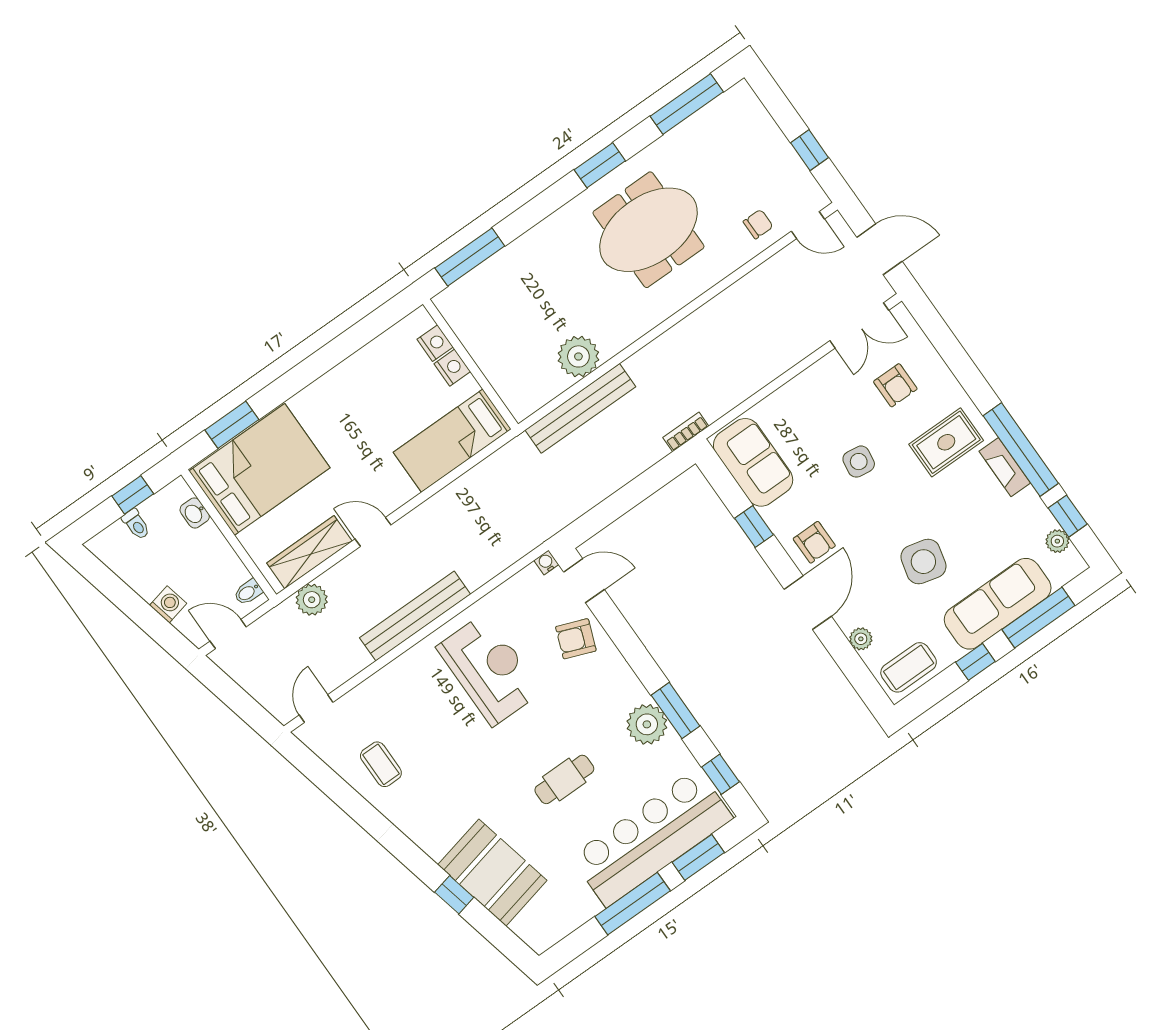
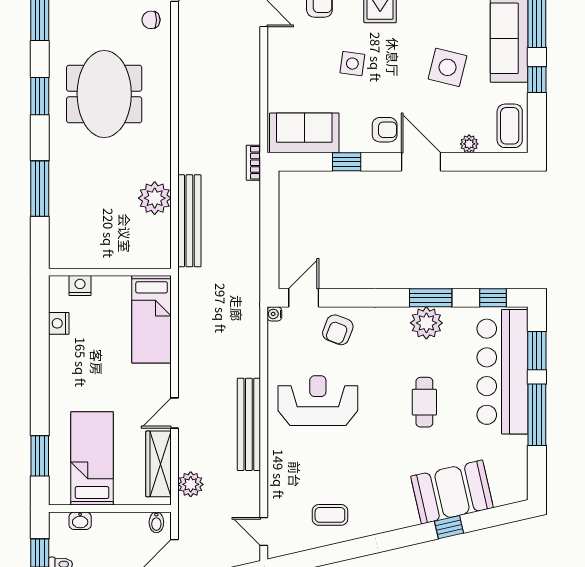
chair: (758, 224) -> (151, 20), turned -90
window: (470, 257) -> (40, 189), moved
nightstand: (452, 368) -> (59, 323), moved, turned -90
bed: (259, 469) -> (92, 458), width x0.67

